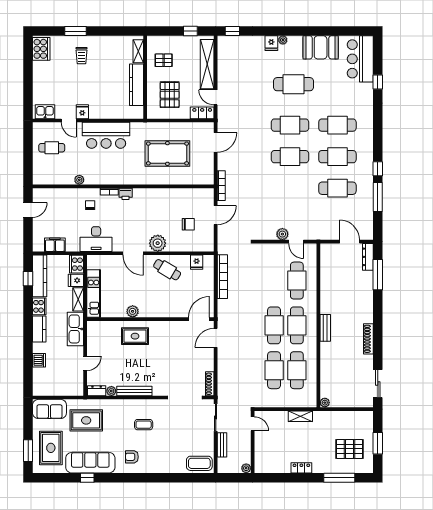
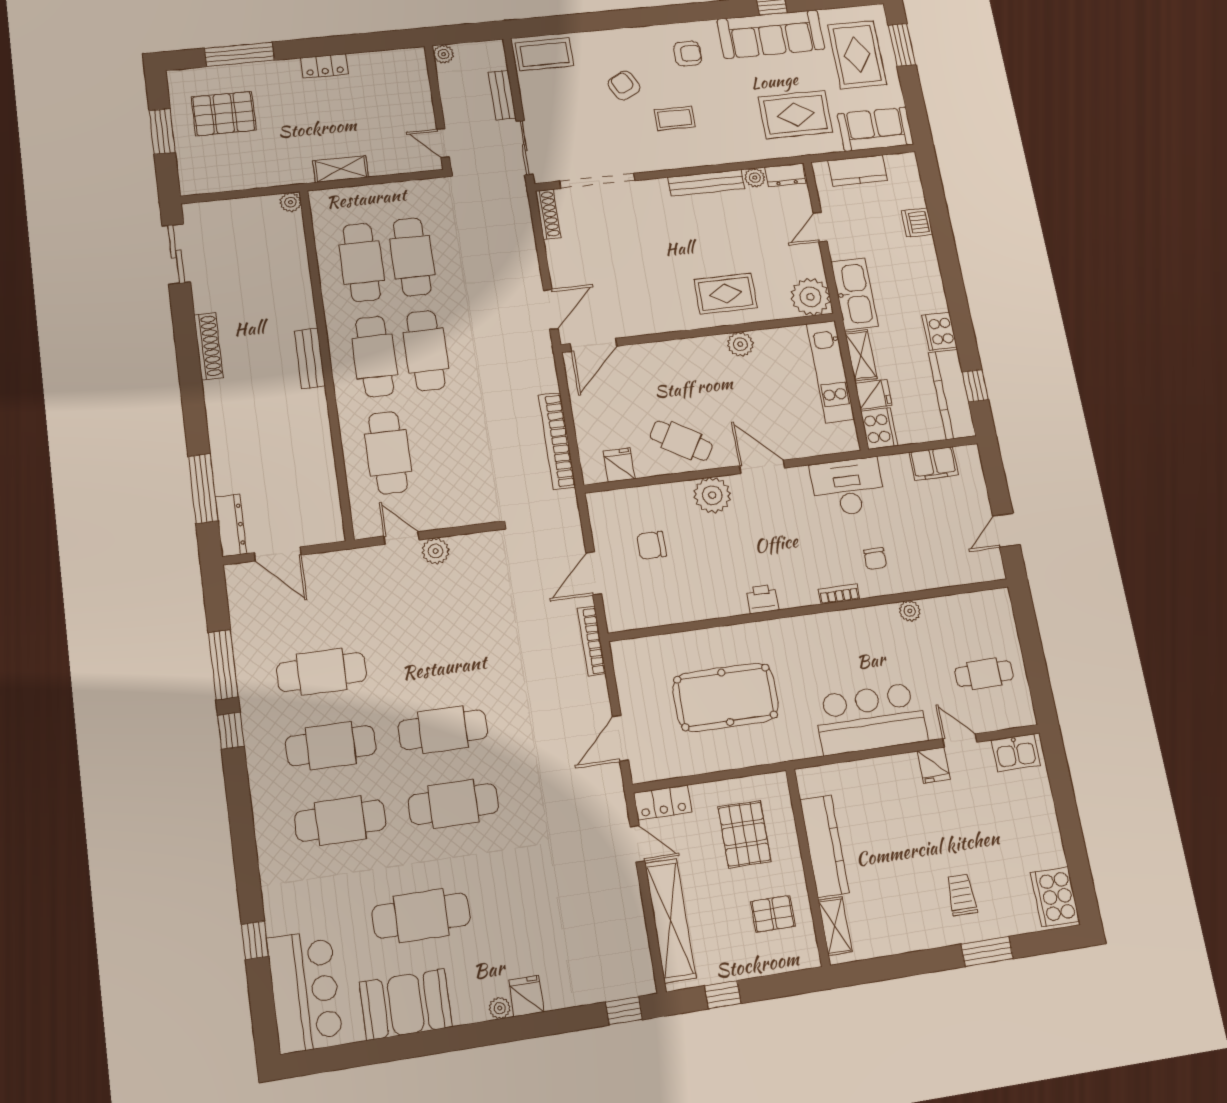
cafe table: (294, 84) -> (421, 916), moved
printer: (126, 194) -> (762, 599), moved
kitchen counter: (39, 329) -> (858, 170), moved, turned -90
plant: (96, 330) -> (810, 297), added
armchair: (165, 444) -> (624, 86), added

